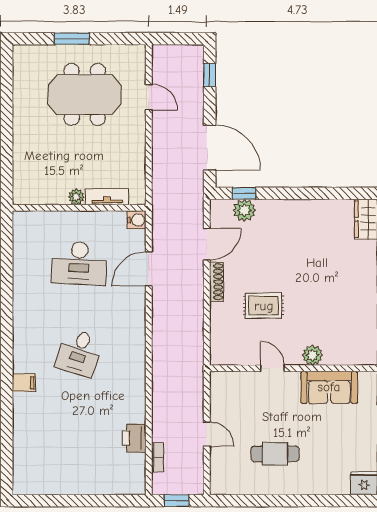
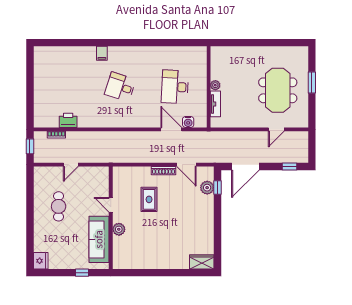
water cooler: (137, 220) -> (188, 122), moved
door: (272, 368) -> (111, 205), swing flipped
sofa: (329, 387) -> (99, 239), width x1.36

